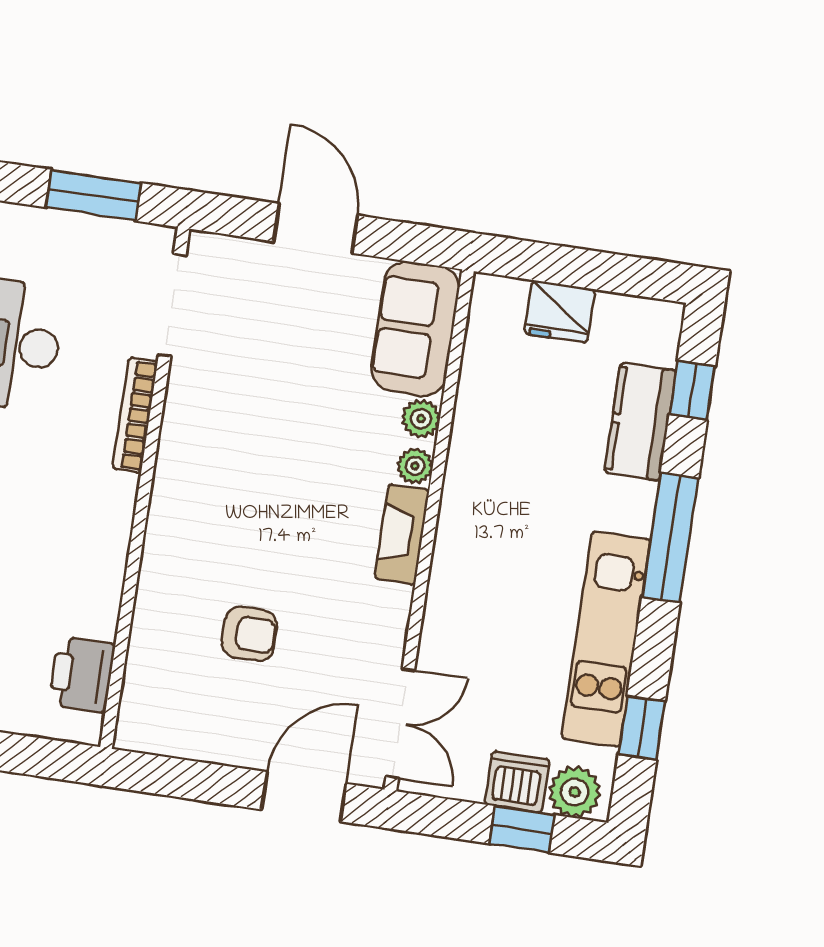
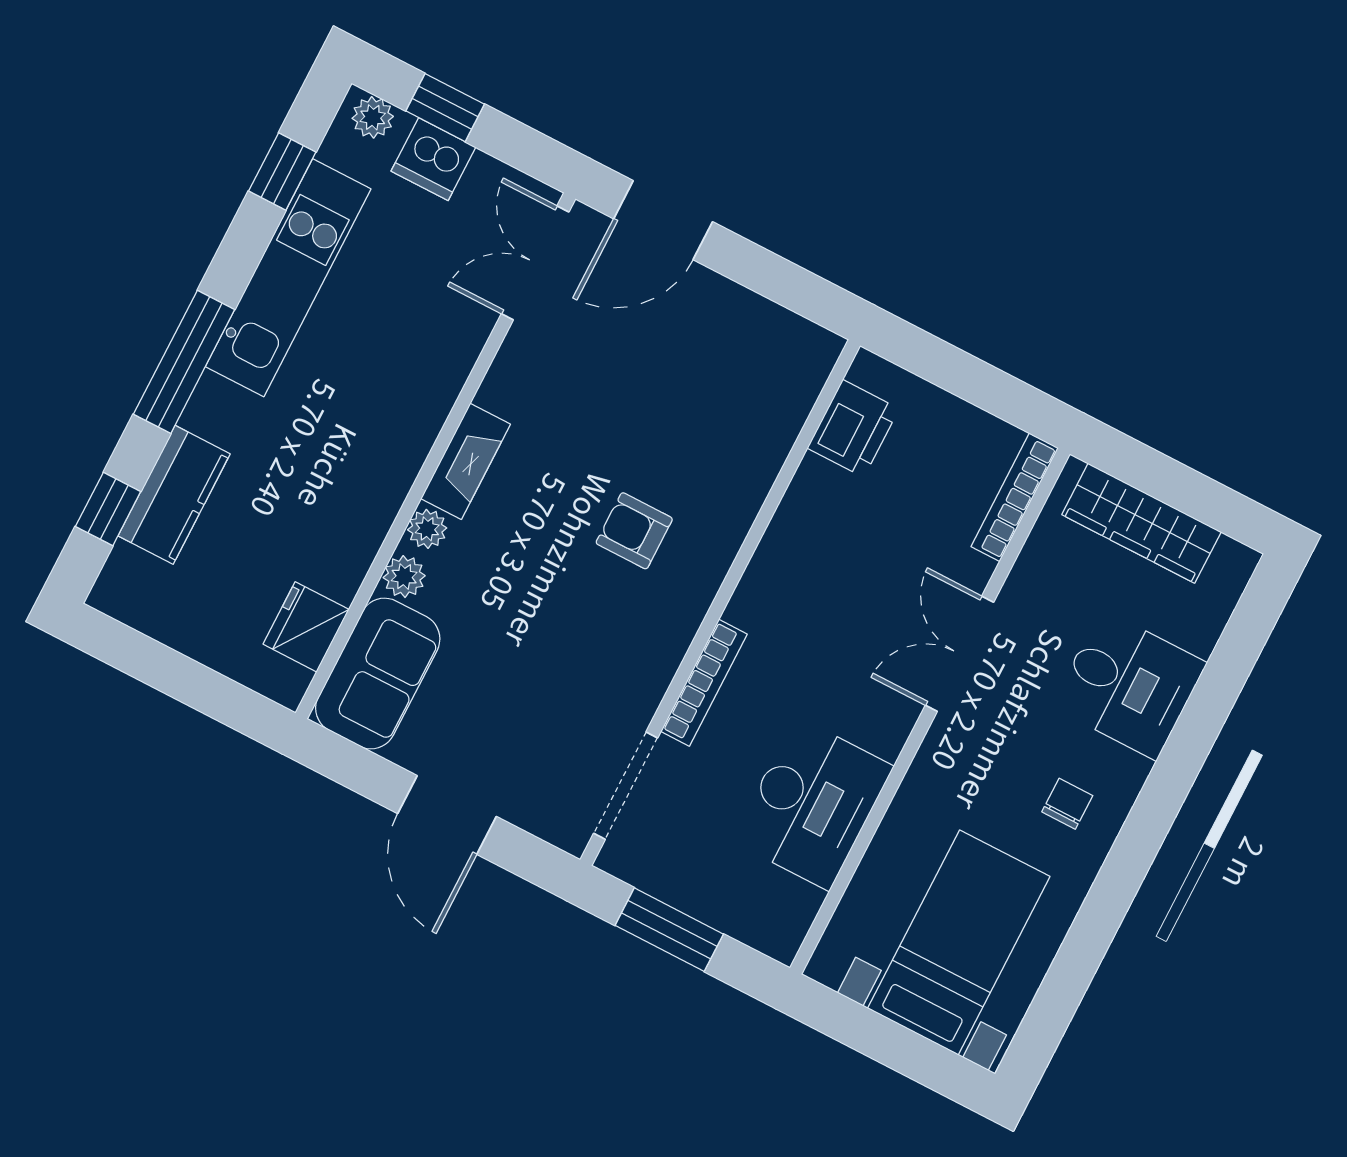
fridge: (560, 312) -> (306, 627), moved, turned -90
armchair: (249, 634) -> (634, 531), moved
plant: (575, 792) -> (373, 117), width x0.73, depth x0.73

